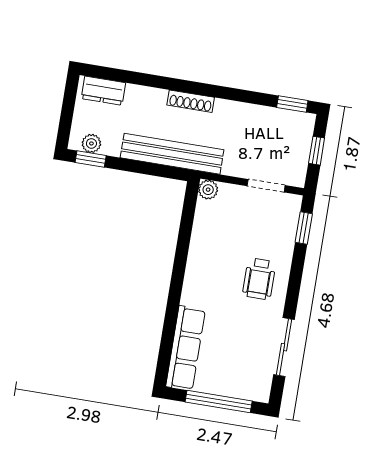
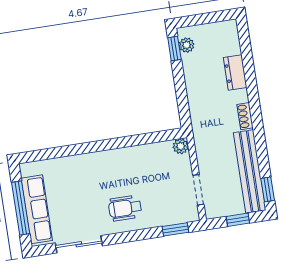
dresser: (103, 91) -> (235, 73), moved
shoe rack: (191, 101) -> (245, 116), width x0.70
bench: (172, 154) -> (250, 171), moved
row of seats: (186, 348) -> (37, 209), moved, turned -90

